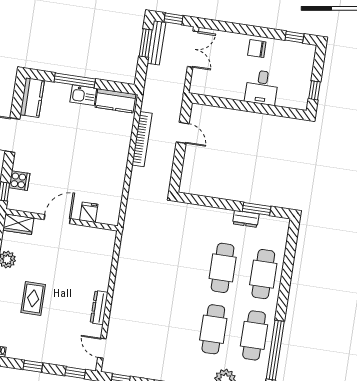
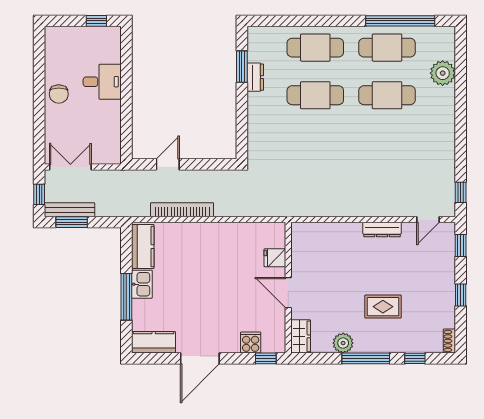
window: (294, 37) -> (39, 53), removed

